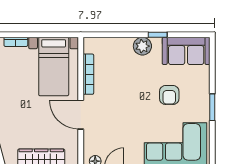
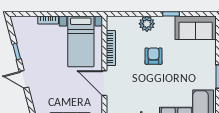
plant: (142, 46) -> (147, 24), moved
armchair: (169, 95) -> (154, 56), moved, turned 180

